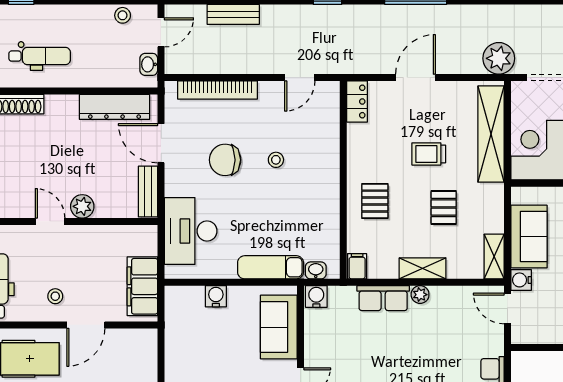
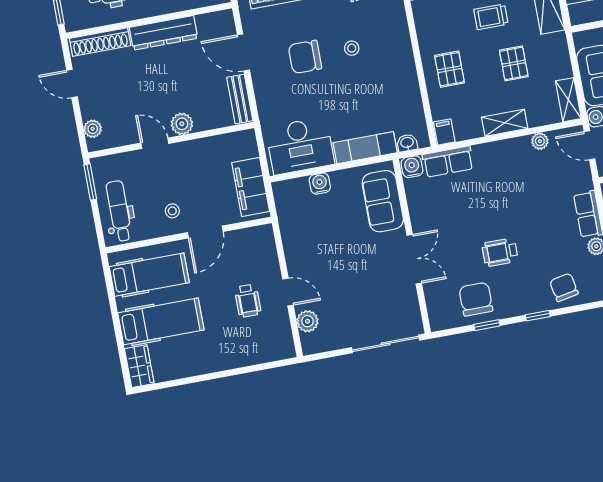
dresser: (115, 107) -> (164, 33), moved
desk: (191, 231) -> (300, 146), moved, turned -90
plant: (420, 295) -> (540, 141), moved
row of seats: (383, 298) -> (448, 162), moved

